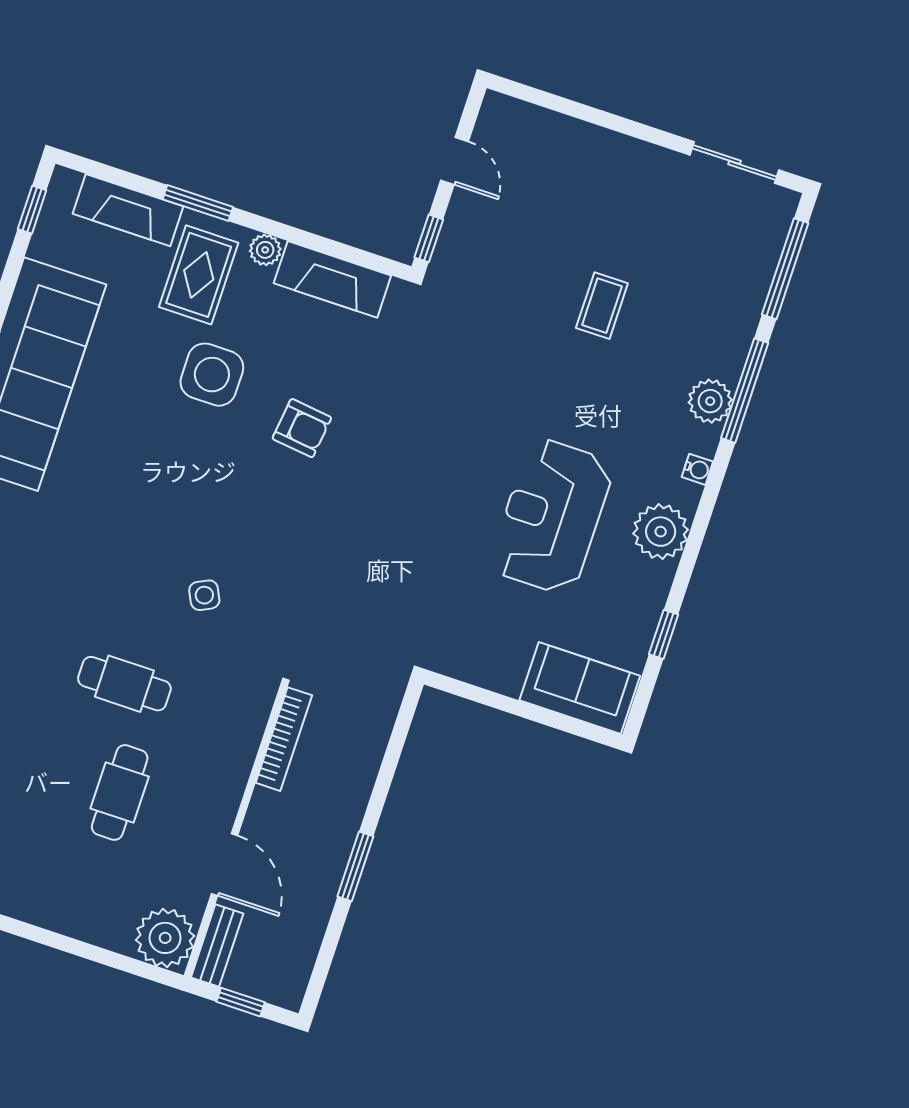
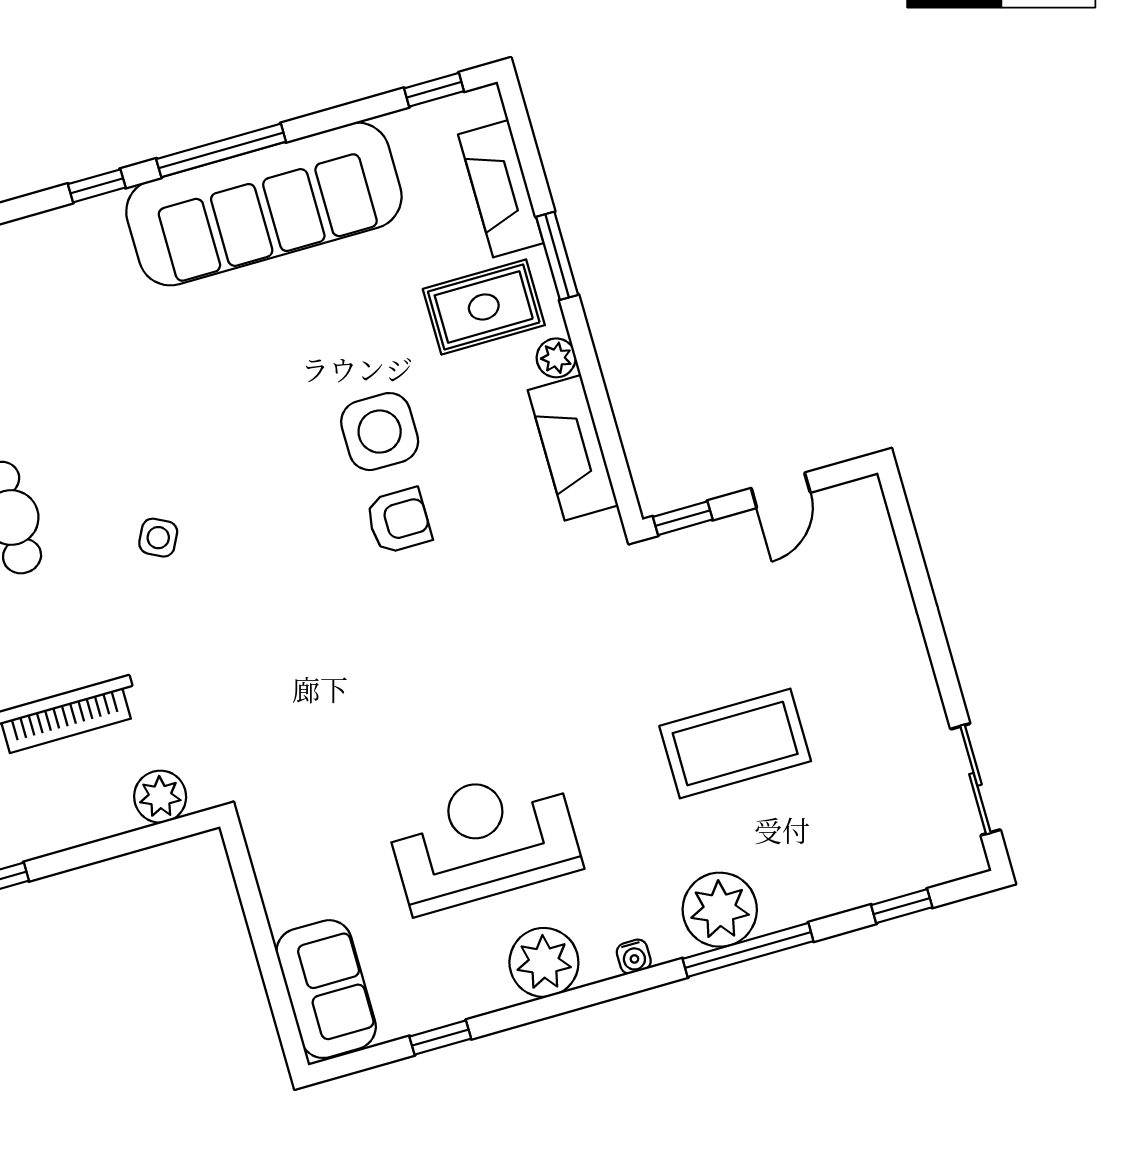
window: (785, 269) -> (902, 906), width x0.46
coffee table: (602, 306) -> (735, 743), width x1.86, depth x1.72
side table: (212, 375) -> (380, 432), moved
plant: (710, 401) -> (720, 910), width x1.36, depth x1.36
armchair: (302, 428) -> (399, 521), turned -97
side table: (204, 595) -> (158, 538), turned -37
plant: (377, 711) -> (160, 797), added

